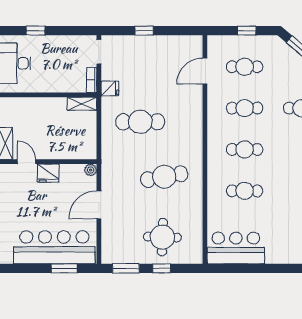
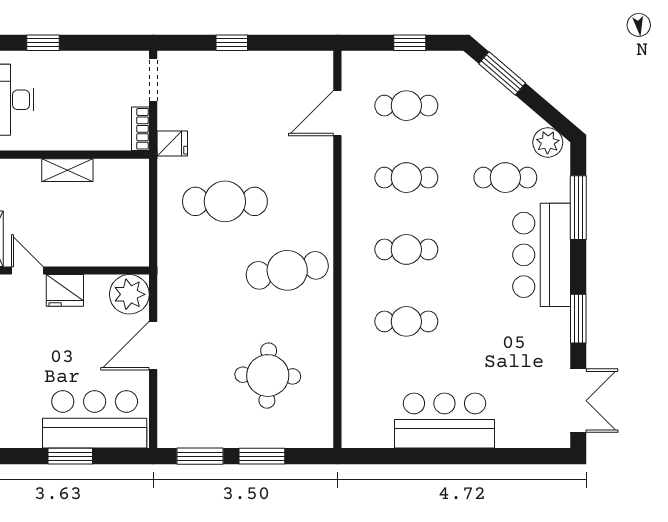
shelving: (82, 104) -> (67, 170), moved
plant: (91, 170) -> (129, 294), width x1.87, depth x1.87
cafe table: (164, 177) -> (287, 270), moved
round table: (162, 237) -> (268, 376), moved
bar counter: (54, 247) -> (95, 419), width x0.73
bar counter: (236, 248) -> (444, 421), moved
window: (64, 268) -> (70, 456), moved
window: (162, 268) -> (262, 456), width x1.50

